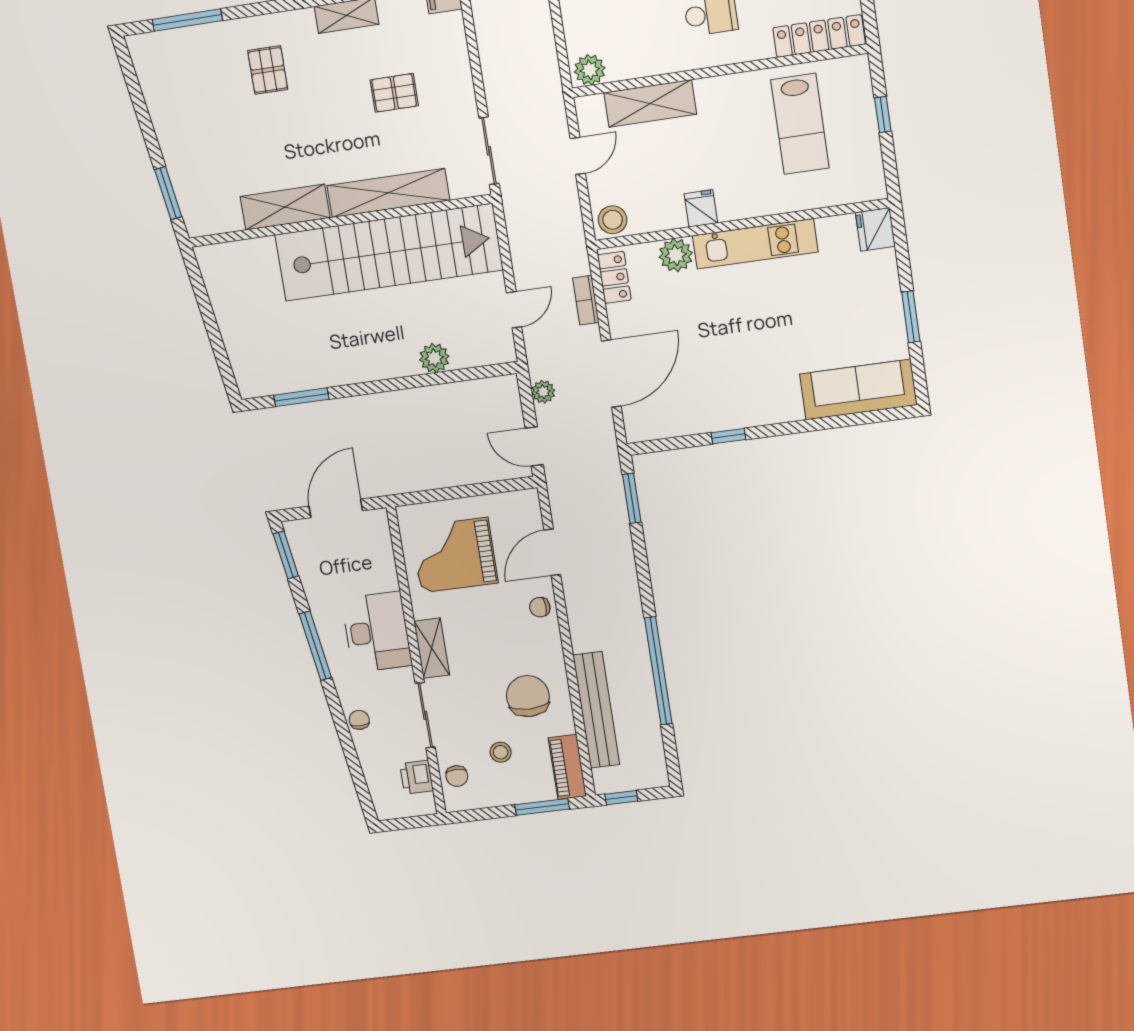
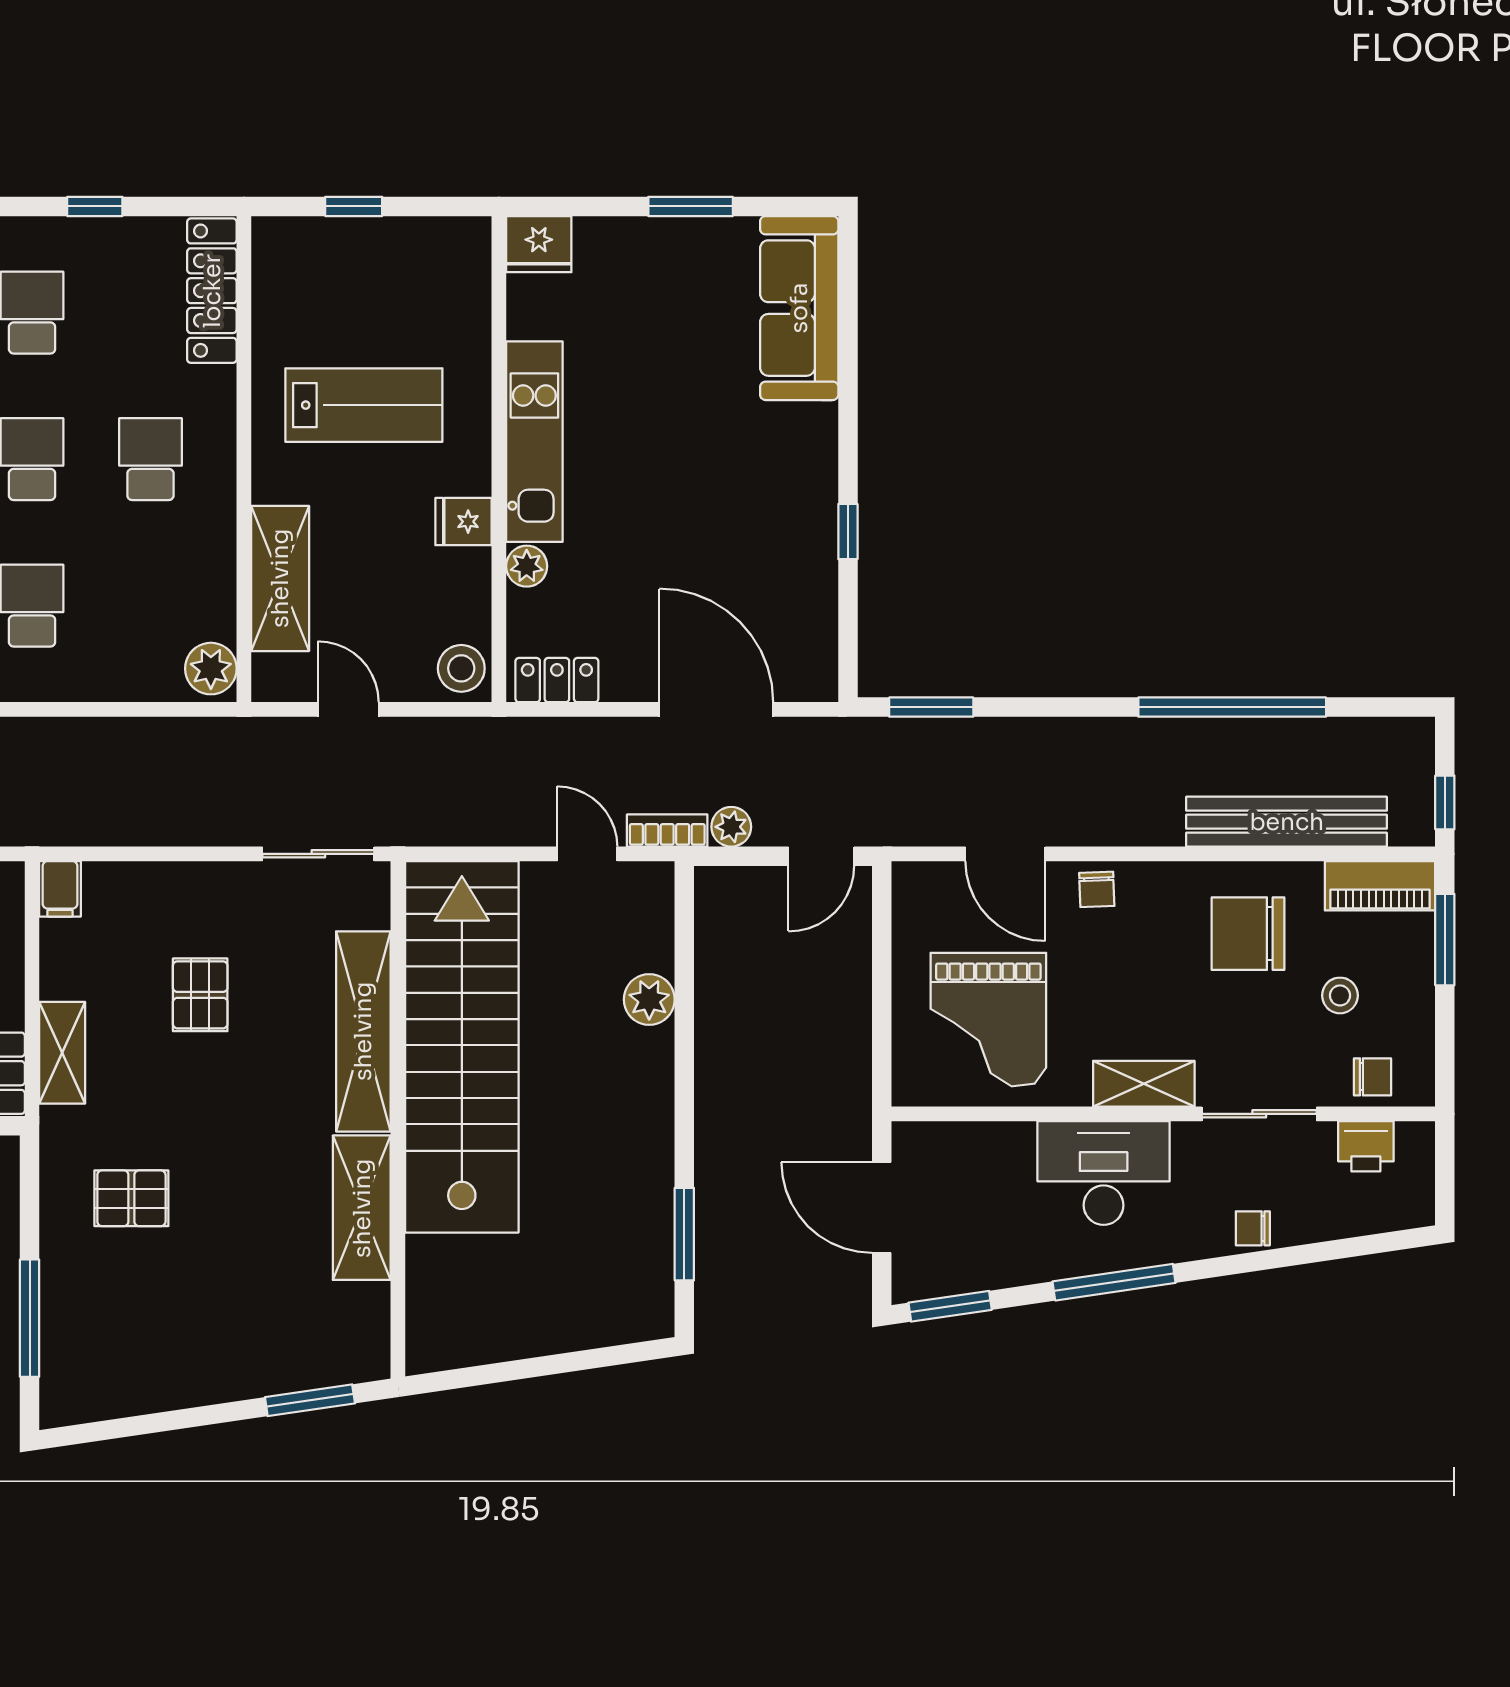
lab bench: (800, 124) -> (364, 405), moved
plant: (676, 255) -> (527, 566), width x0.73, depth x0.73
bookcase: (586, 300) -> (667, 831), moved, turned 180

